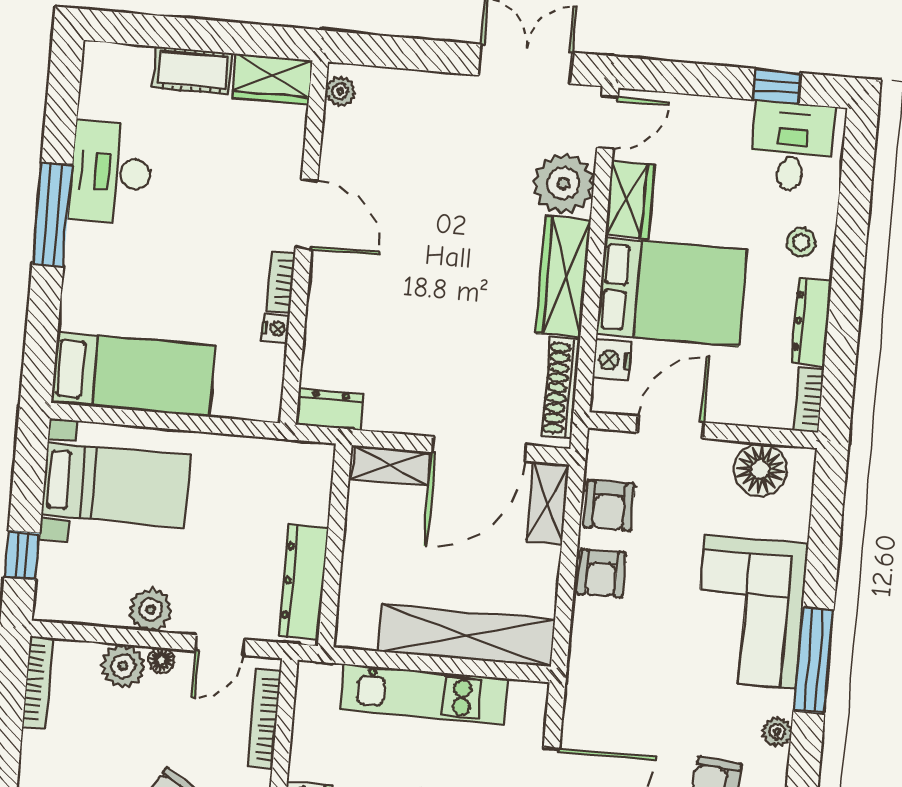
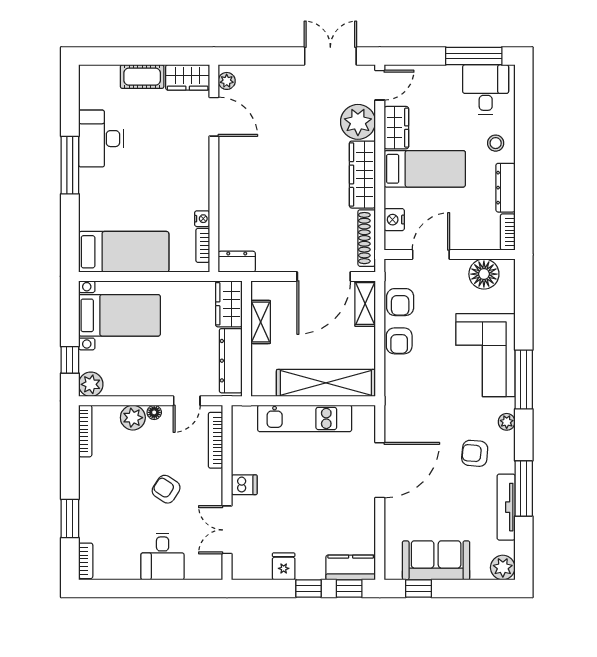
window: (777, 86) -> (474, 56), width x2.17
door: (307, 214) -> (214, 117), moved
bookcase: (281, 282) -> (203, 245), moved
bed: (672, 292) -> (425, 169), width x0.67
shelving: (391, 466) -> (261, 322), moved, turned 90
wardrobe: (309, 482) -> (229, 304), added
plant: (151, 610) -> (91, 384), moved

